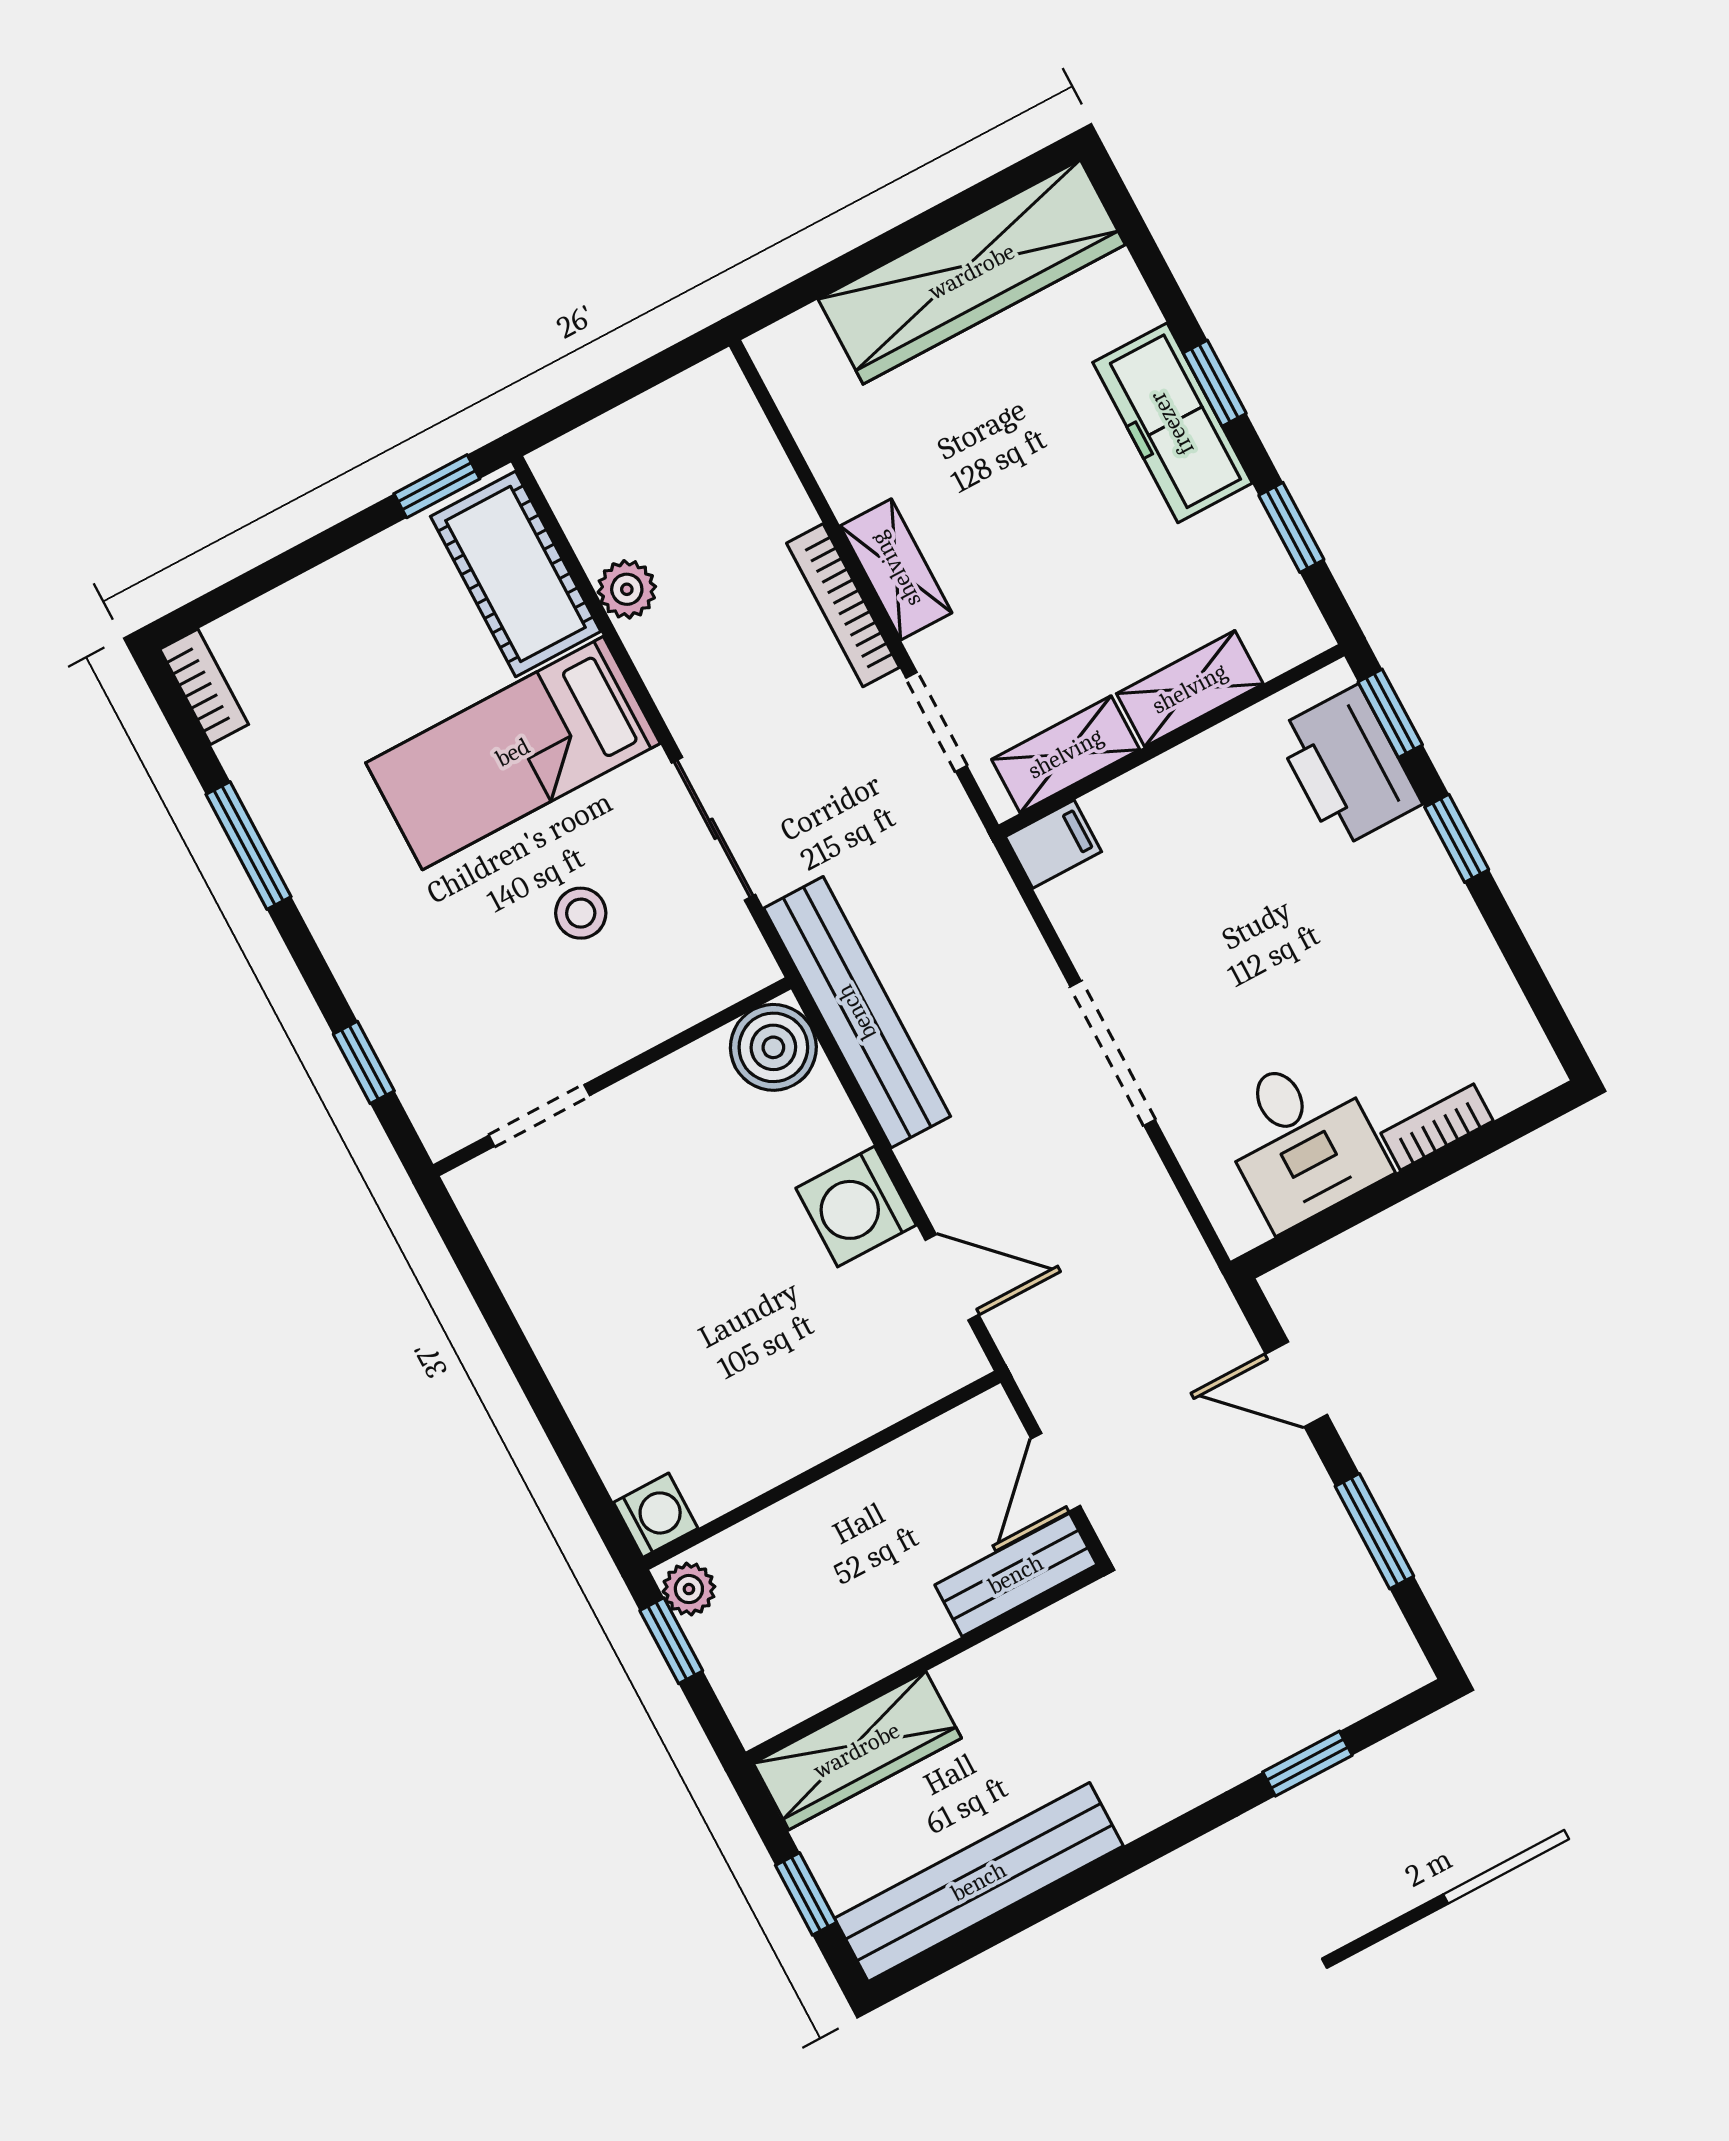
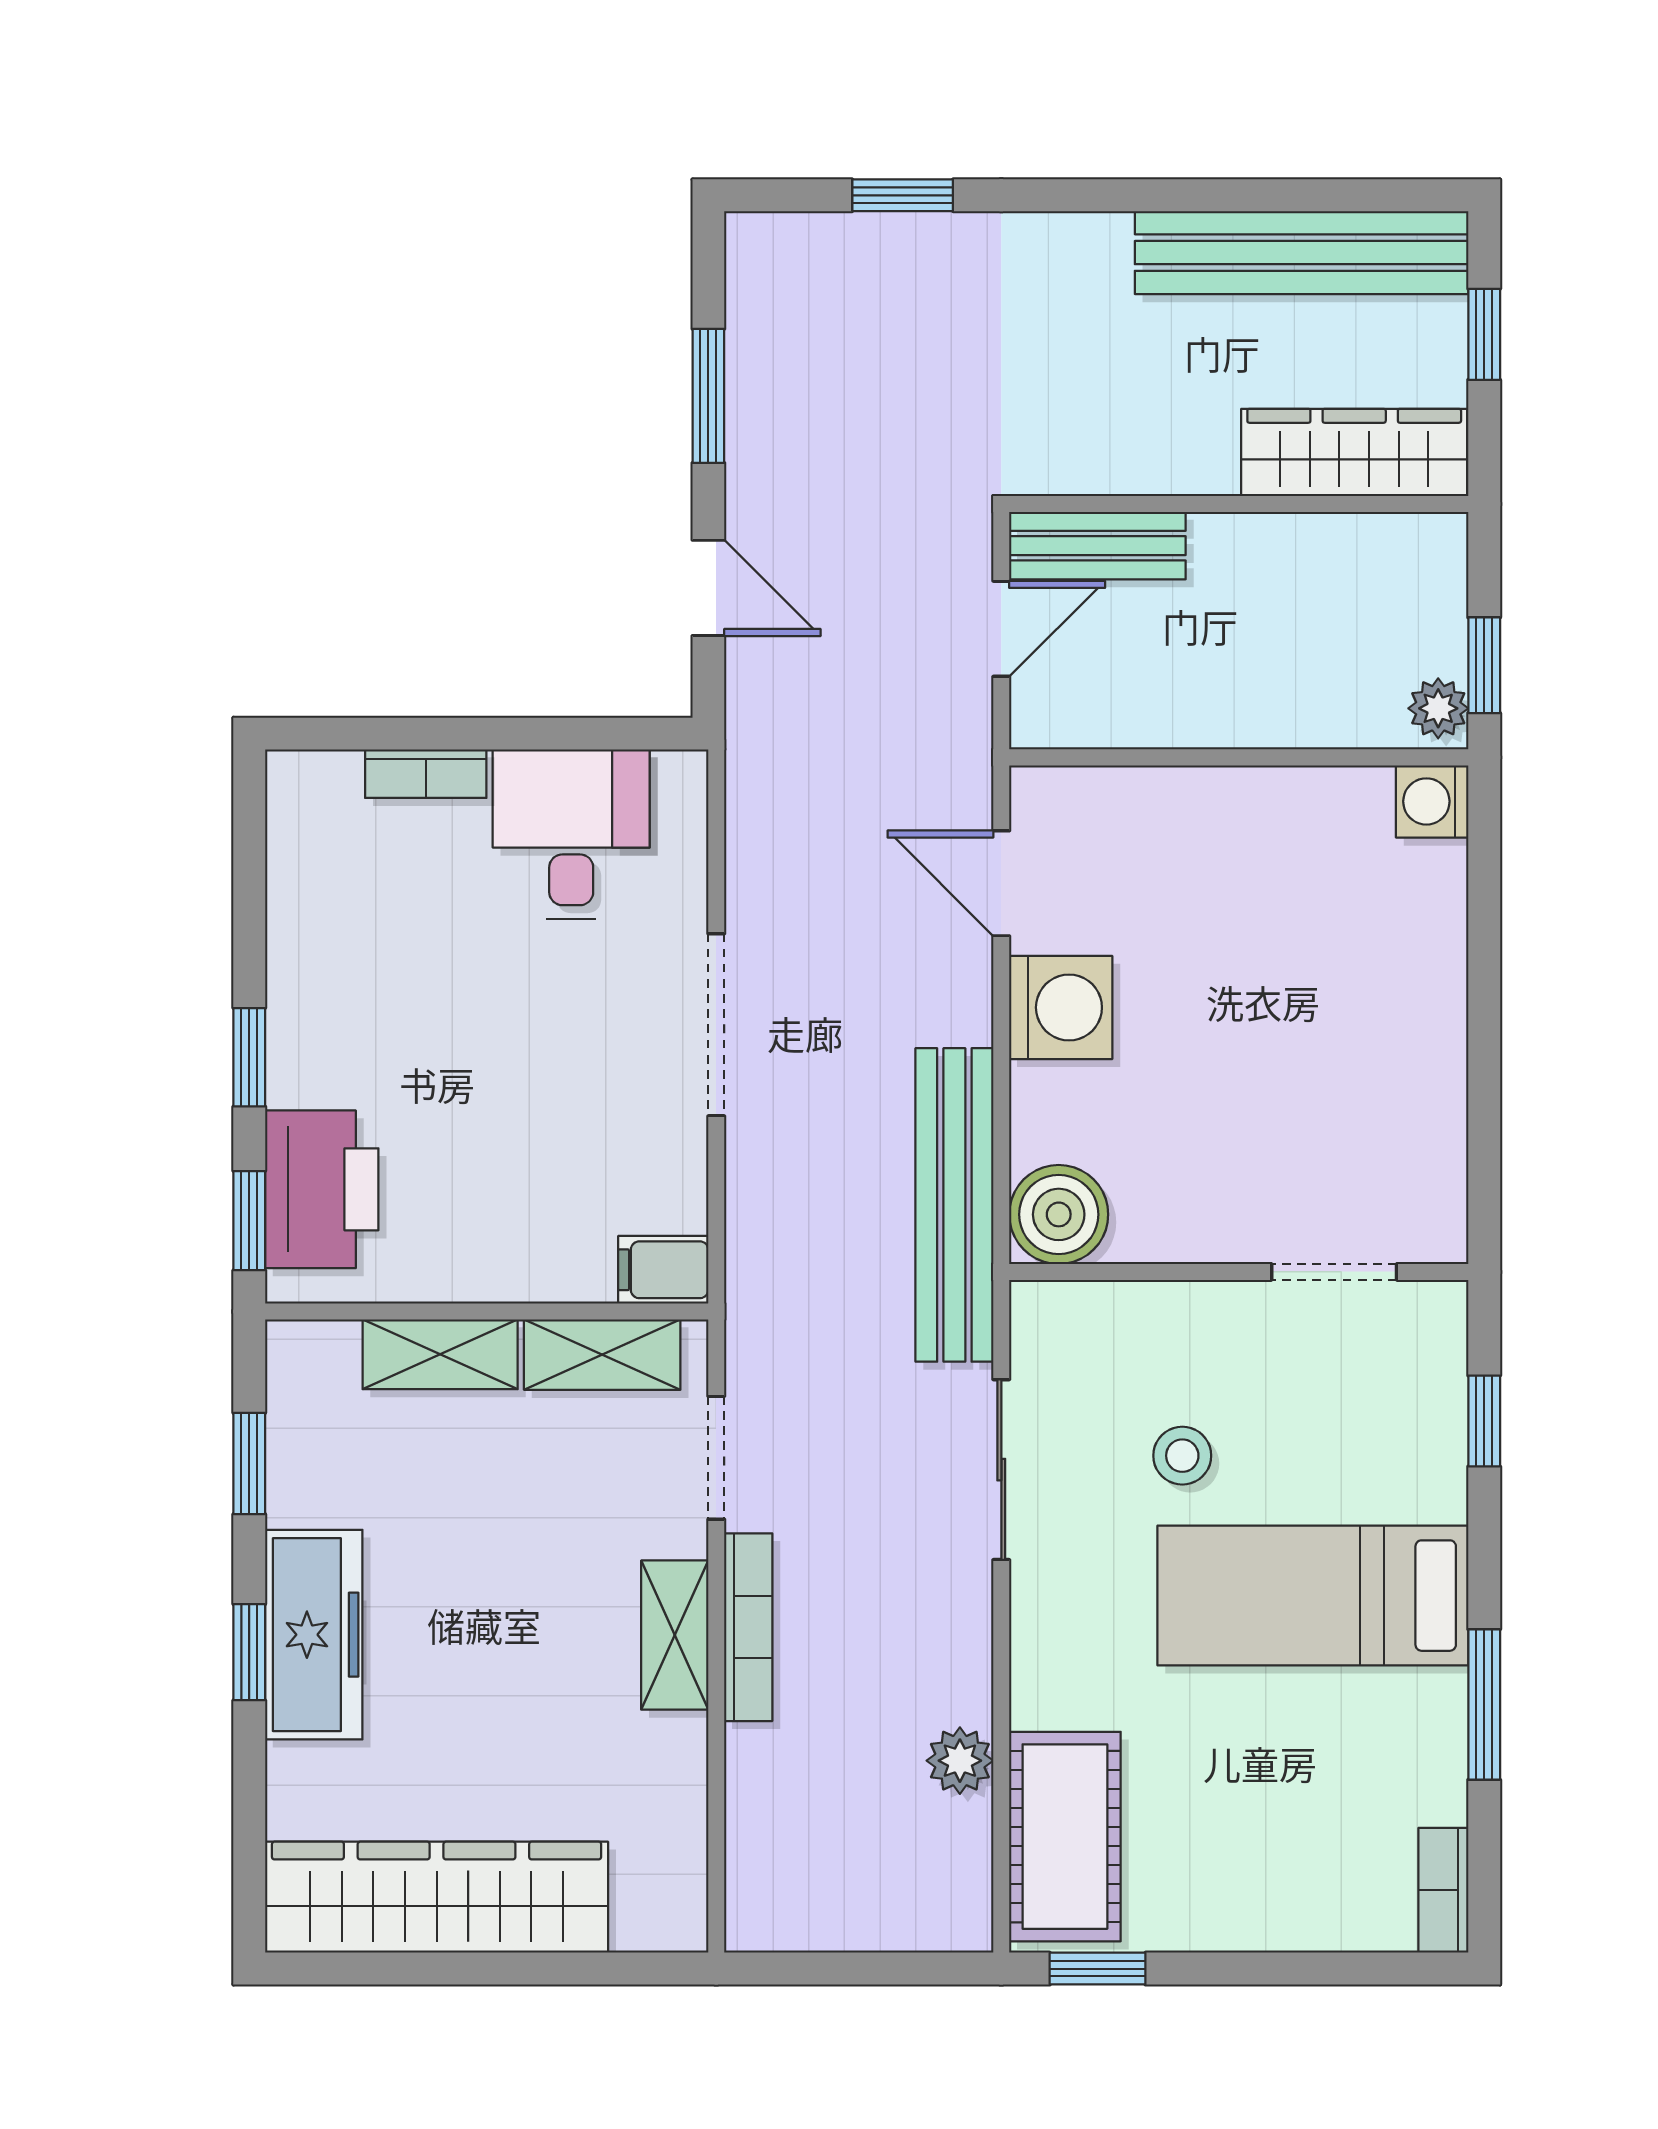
bed: (513, 753) -> (1313, 1596), moved, turned 180

